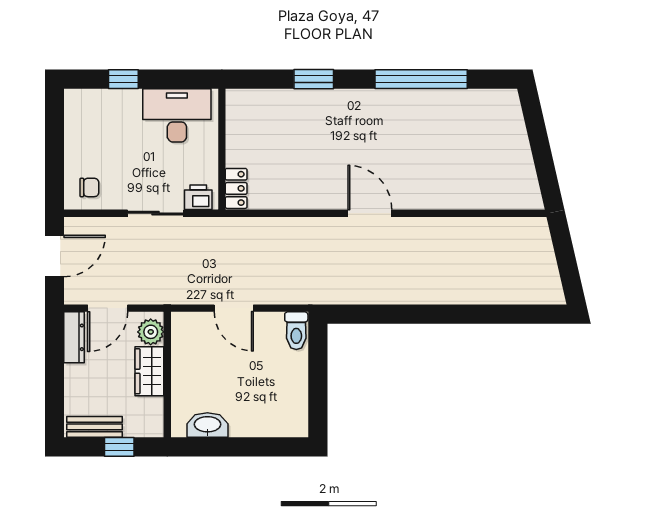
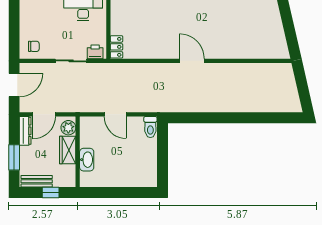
window: (55, 385) -> (14, 157), added
washbasin: (207, 425) -> (87, 160), moved, turned 90

